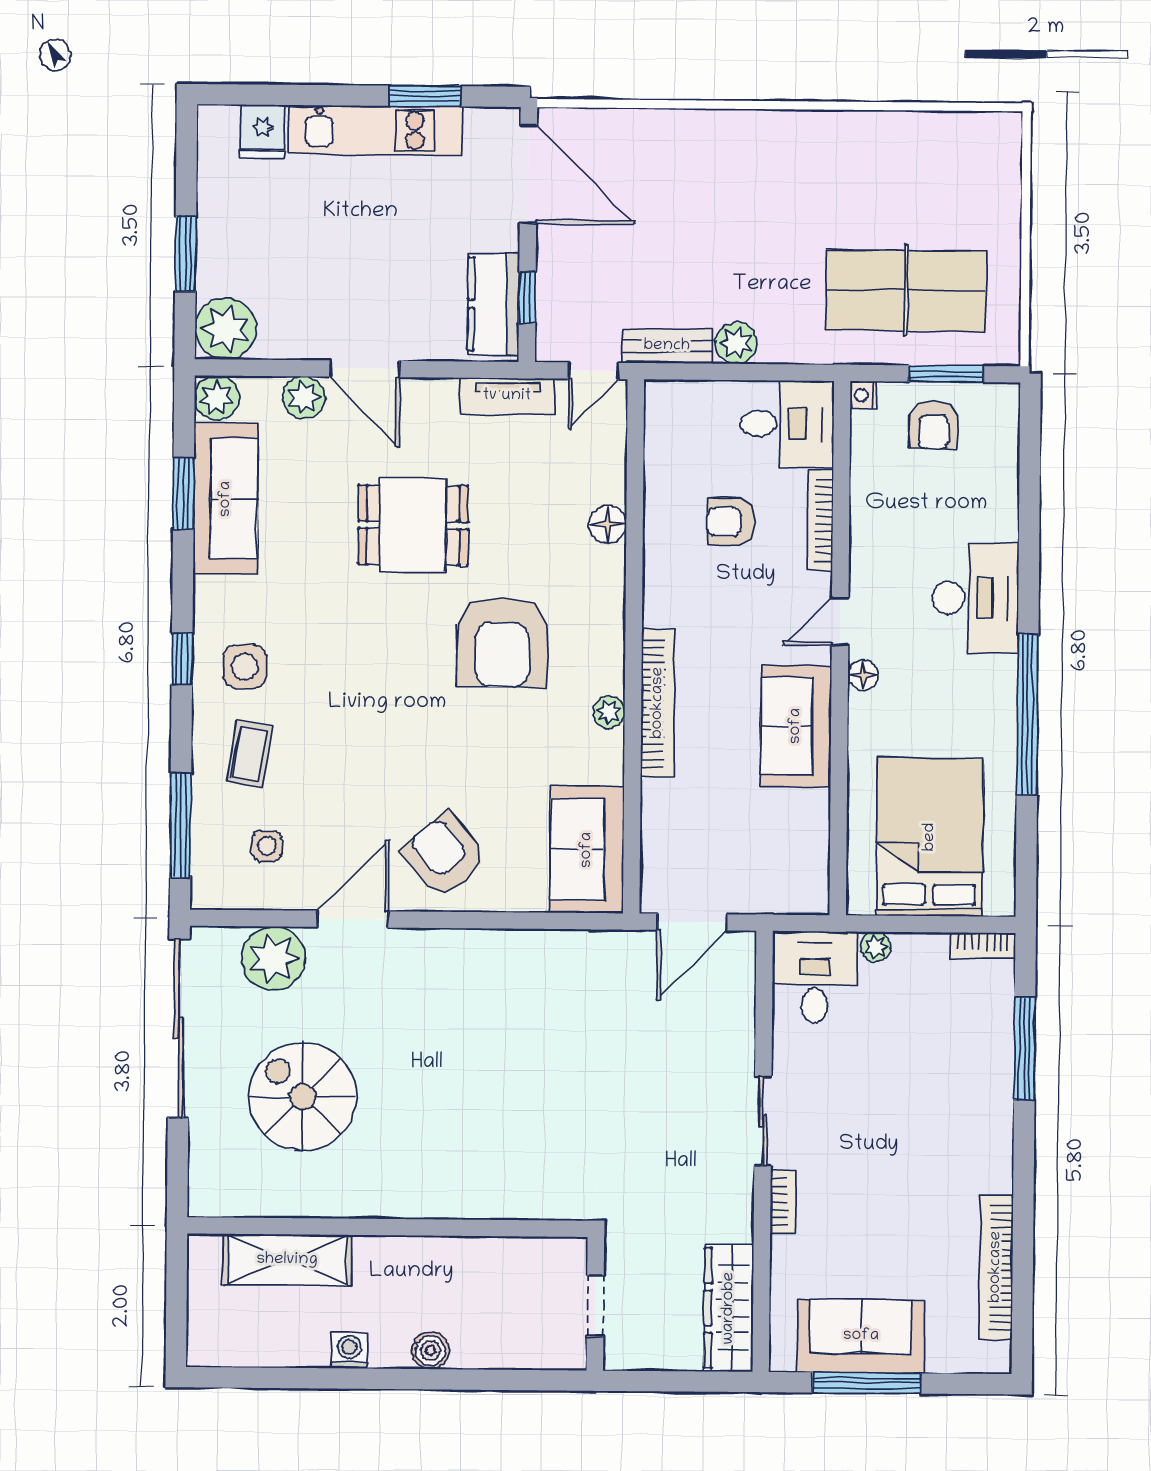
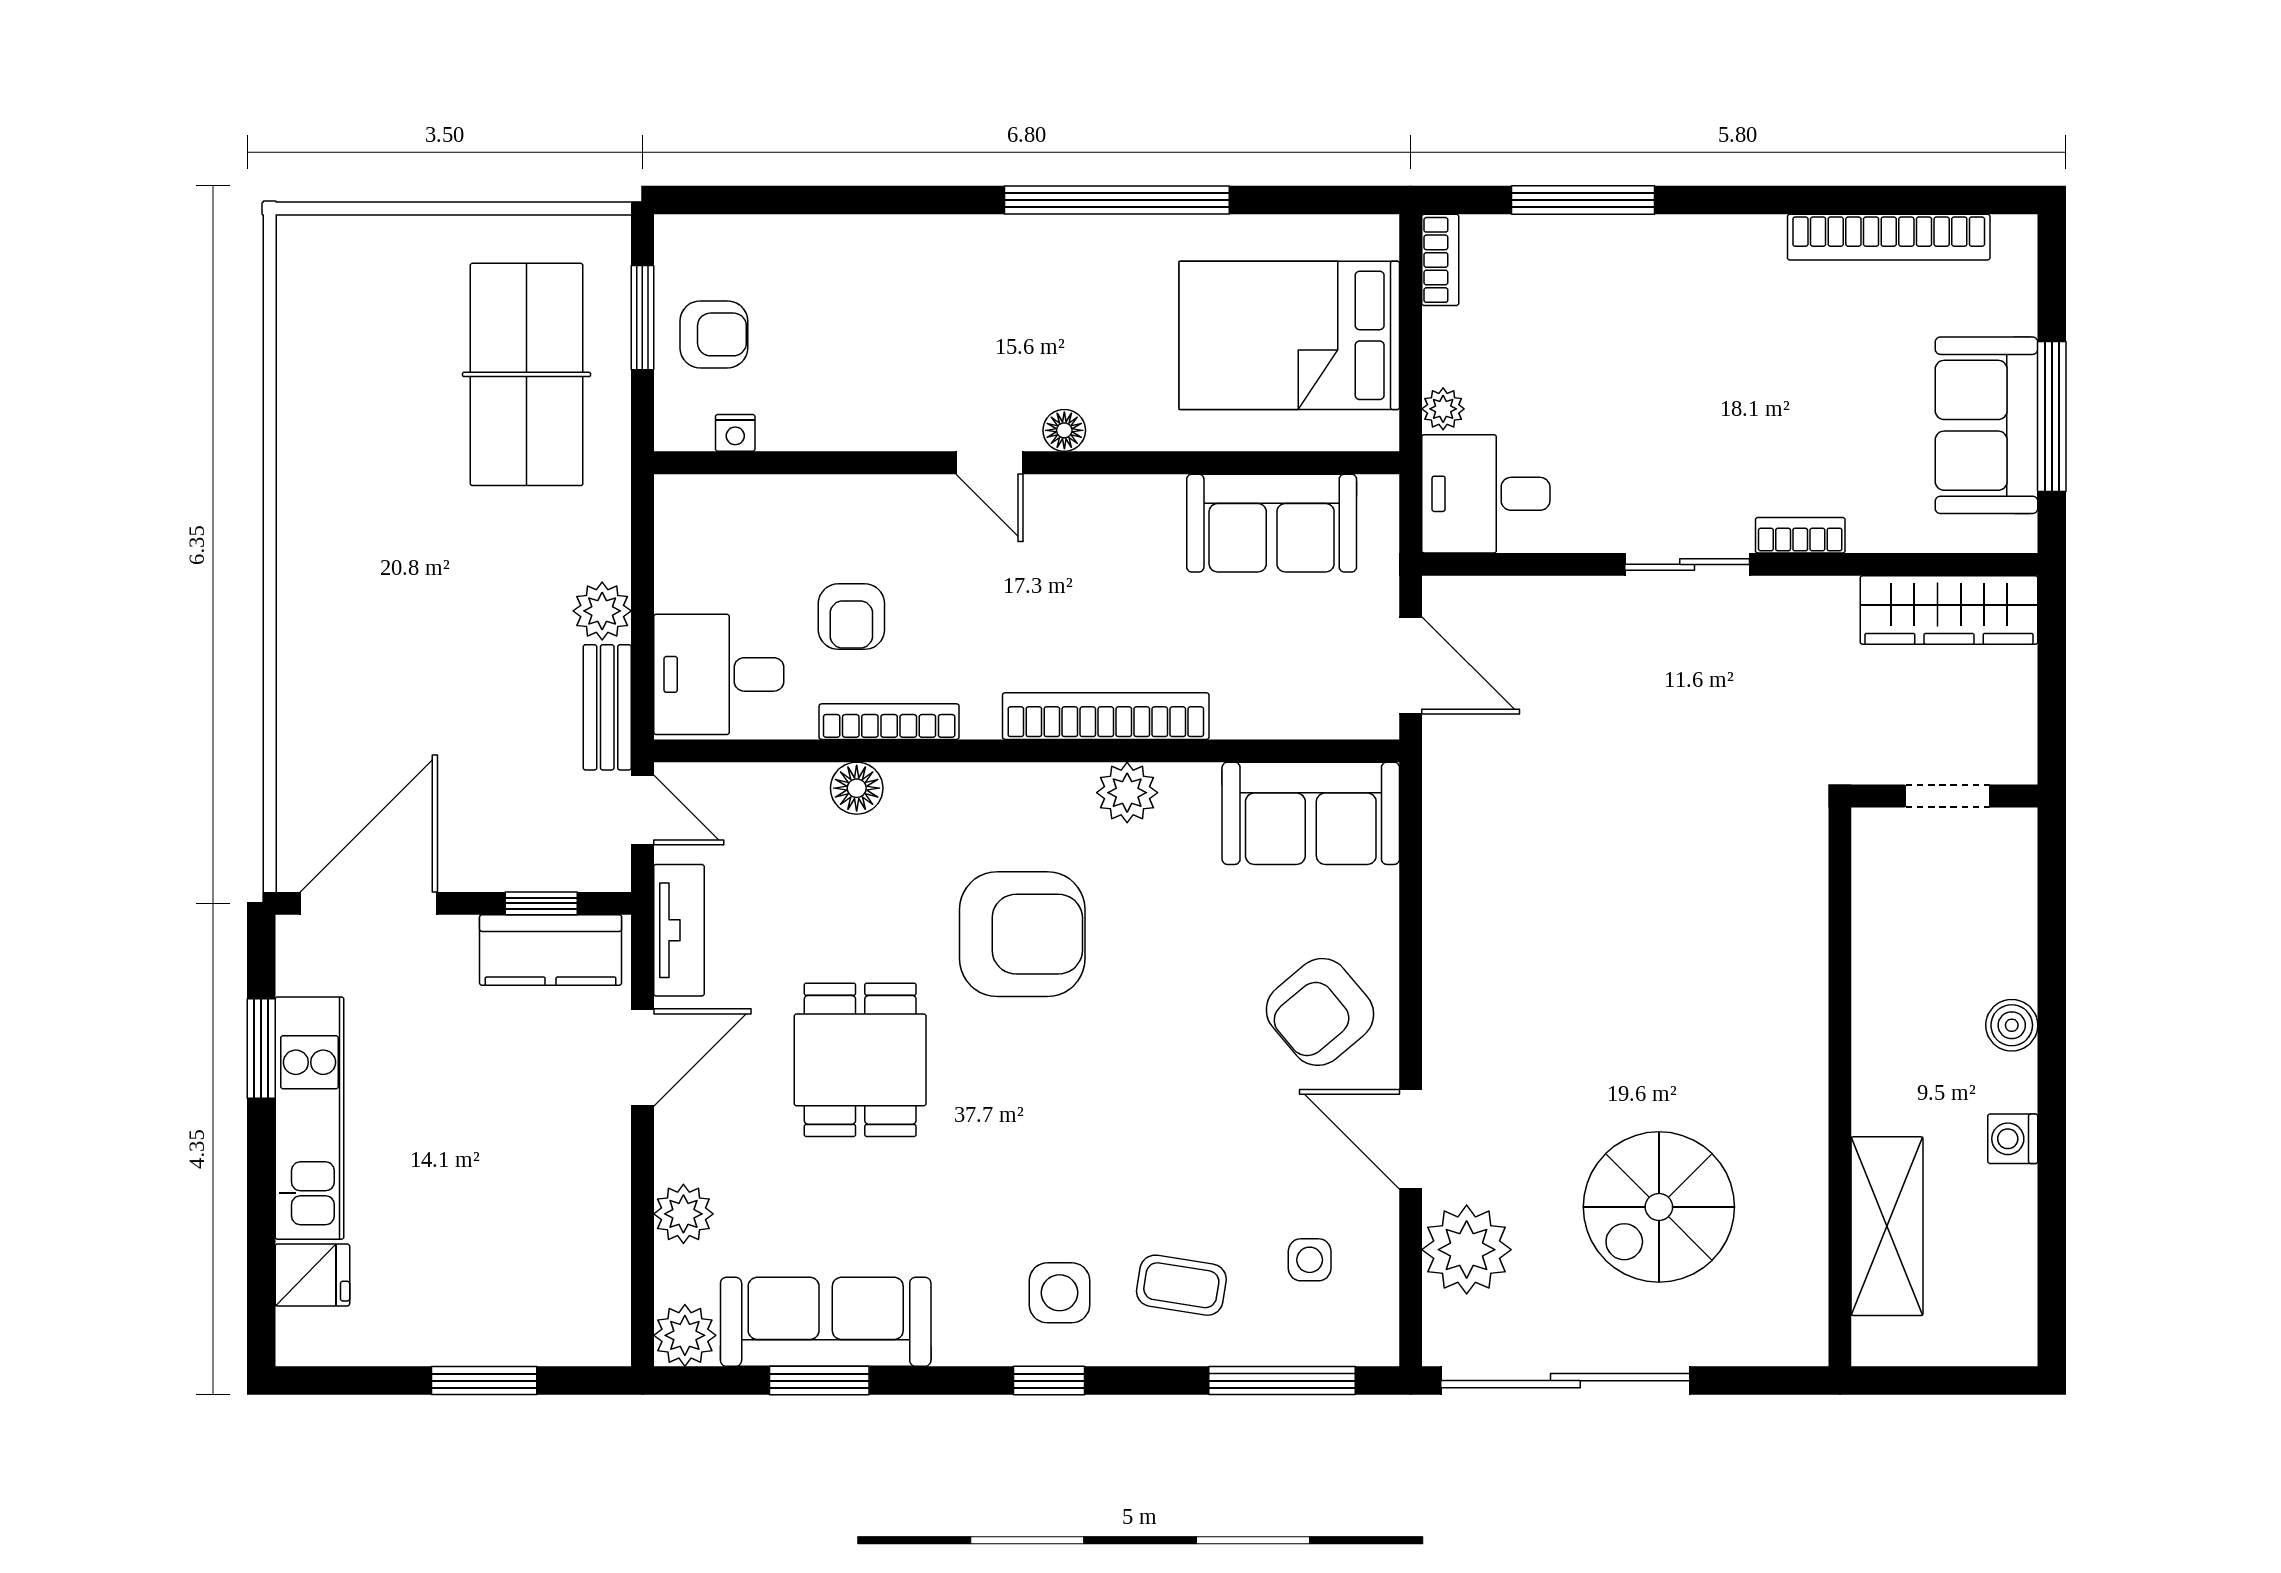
plant: (226, 329) -> (588, 1324), removed
door: (365, 369) -> (642, 1057), moved
nightstand: (863, 395) -> (735, 433), moved
desk: (787, 424) -> (719, 674), moved, turned -90
bookcase: (820, 520) -> (889, 722), moved, turned 180
desk: (975, 598) -> (955, 275), removed
plant: (609, 712) -> (1127, 793), width x1.38, depth x1.38
sofa: (796, 726) -> (1272, 523), moved

